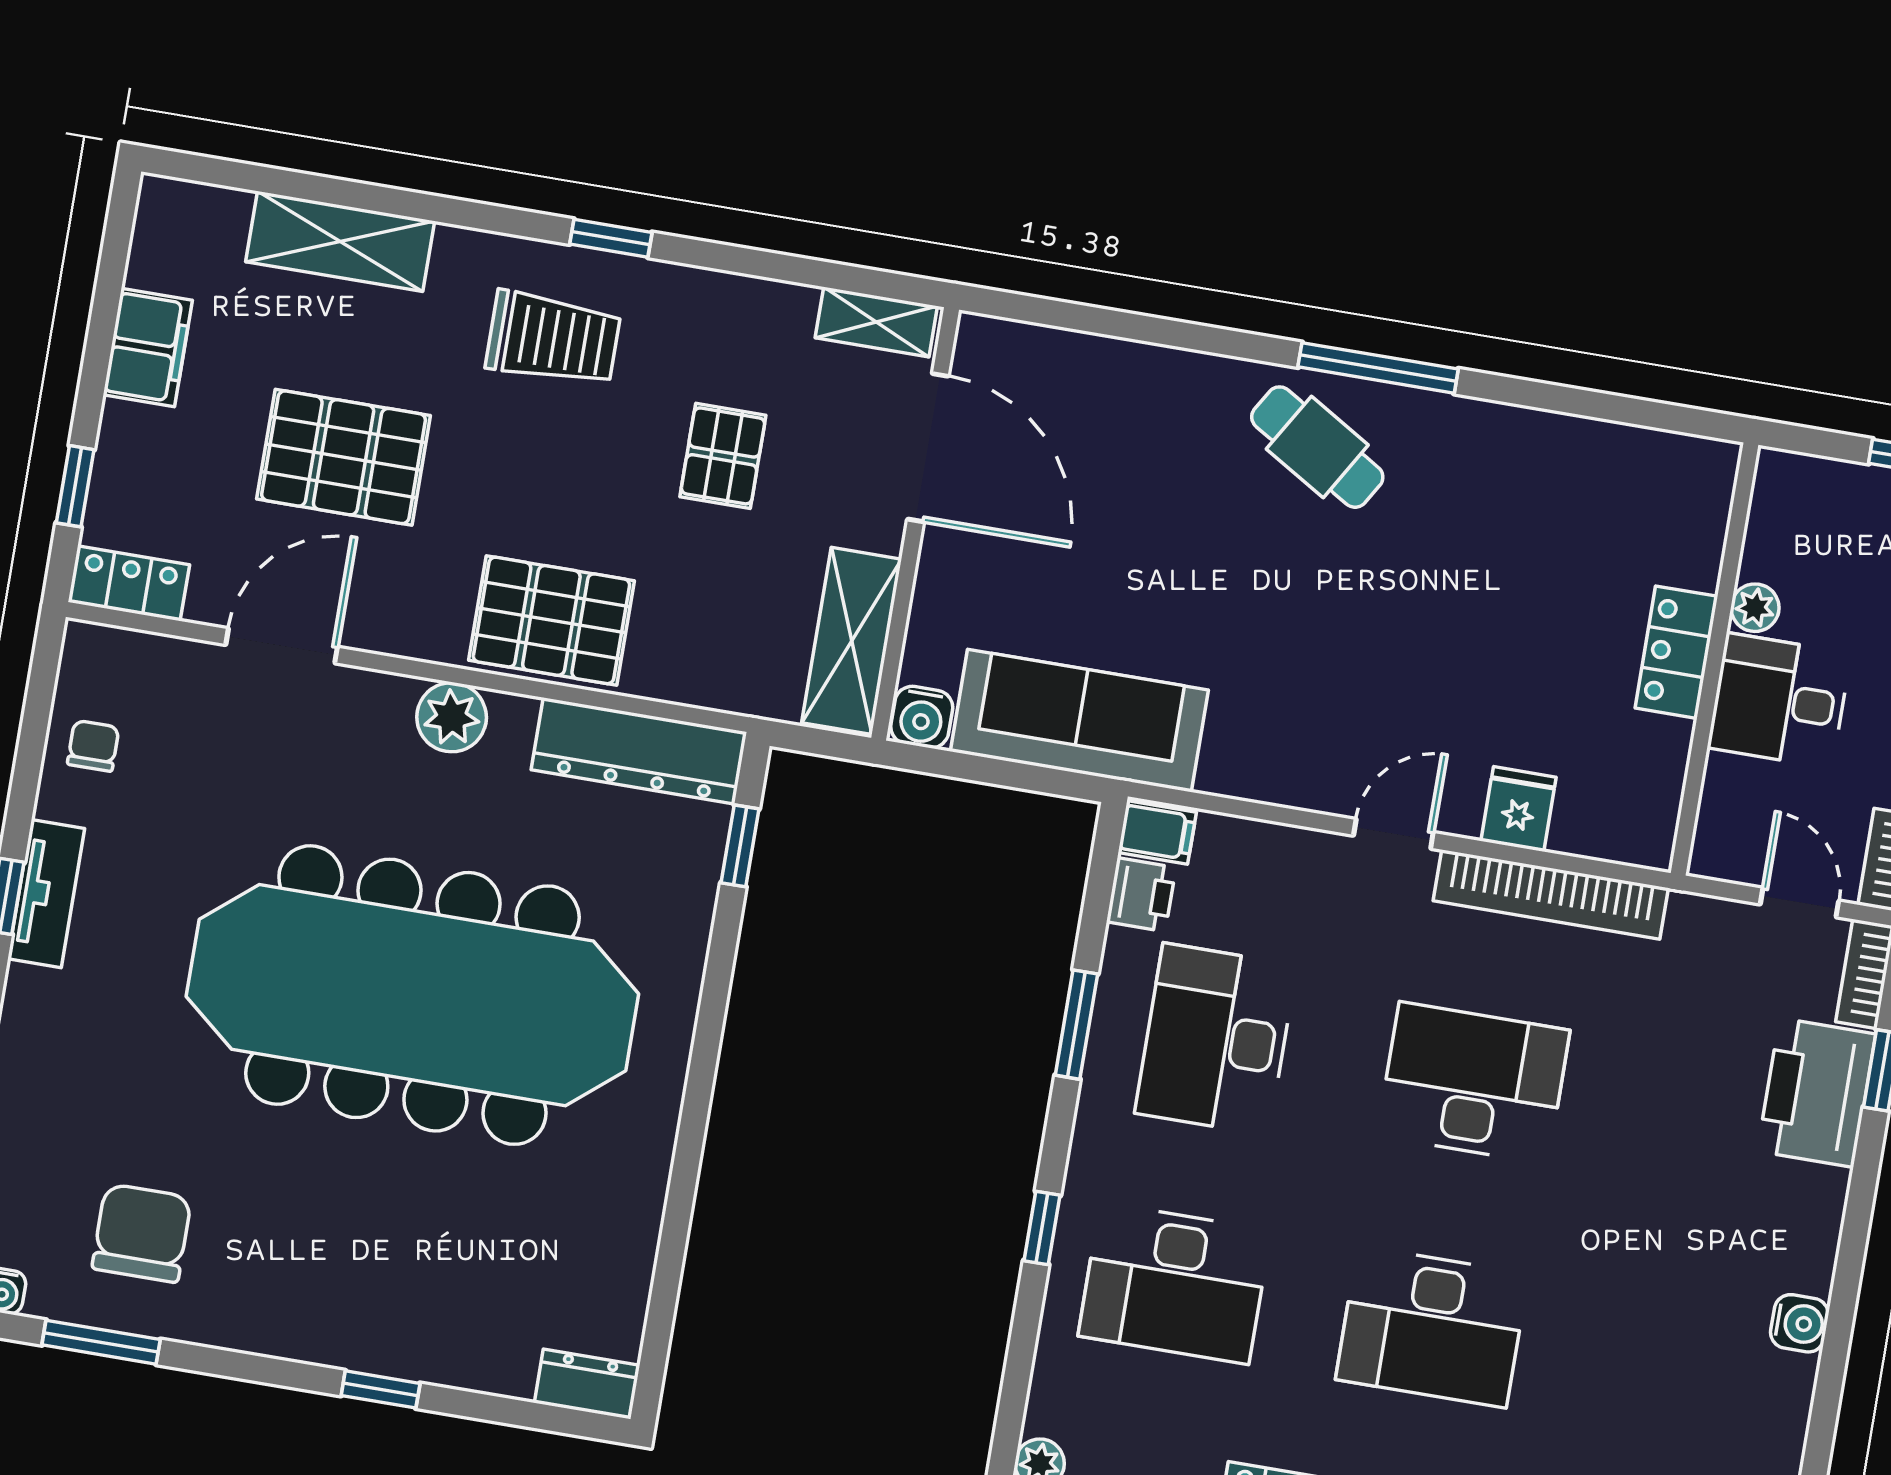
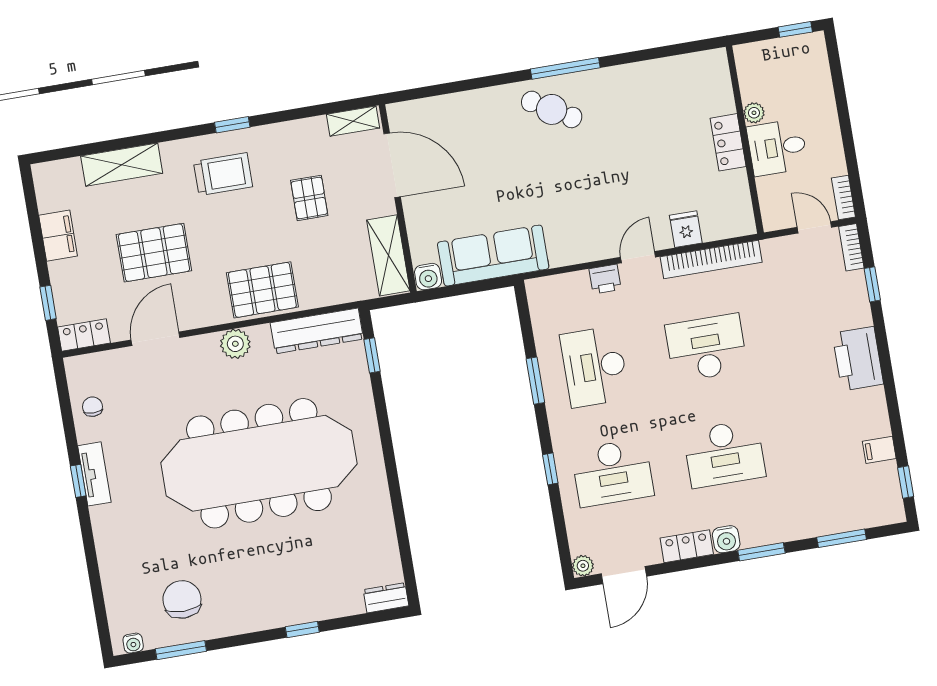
filing cabinet: (1157, 832) -> (879, 450), moved, turned 180
printer: (1141, 895) -> (605, 279), moved, turned 90
printer: (1817, 1093) -> (858, 359), moved
water cooler: (1799, 1323) -> (874, 400), removed

